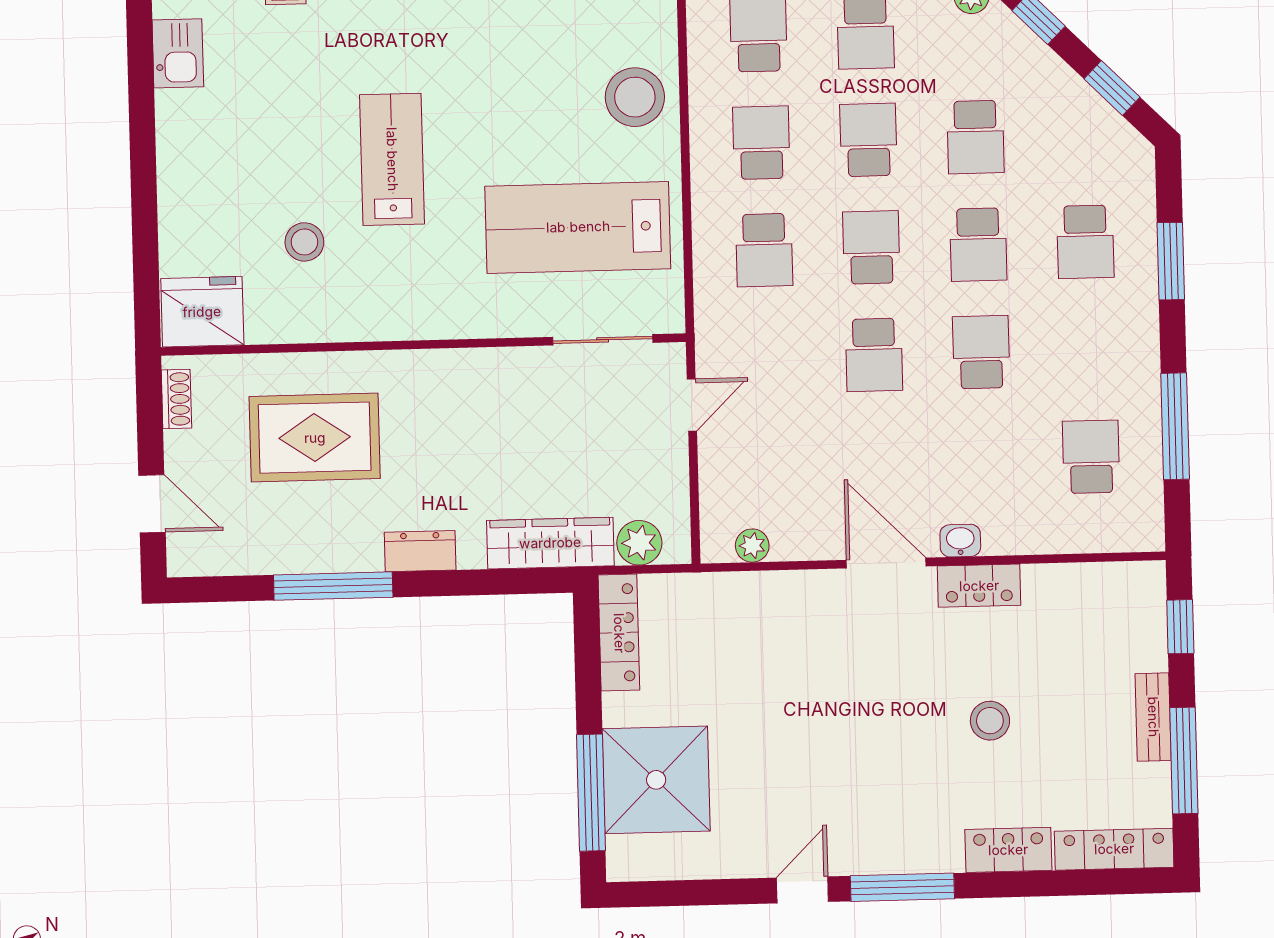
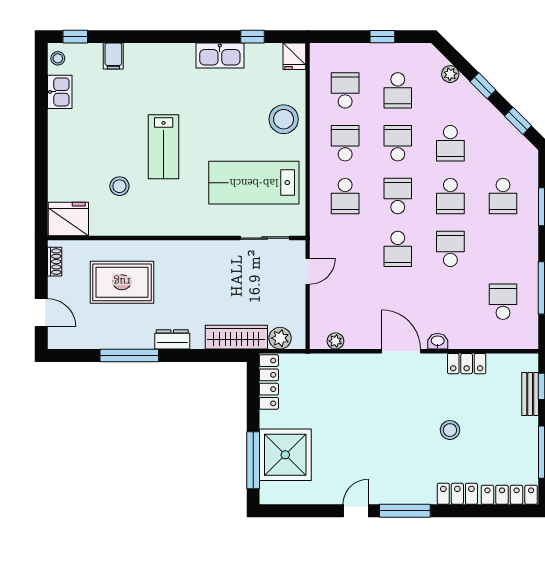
lab bench: (392, 159) -> (164, 147), turned 180
locker: (979, 586) -> (467, 364), moved
bench: (1153, 717) -> (530, 394), moved

